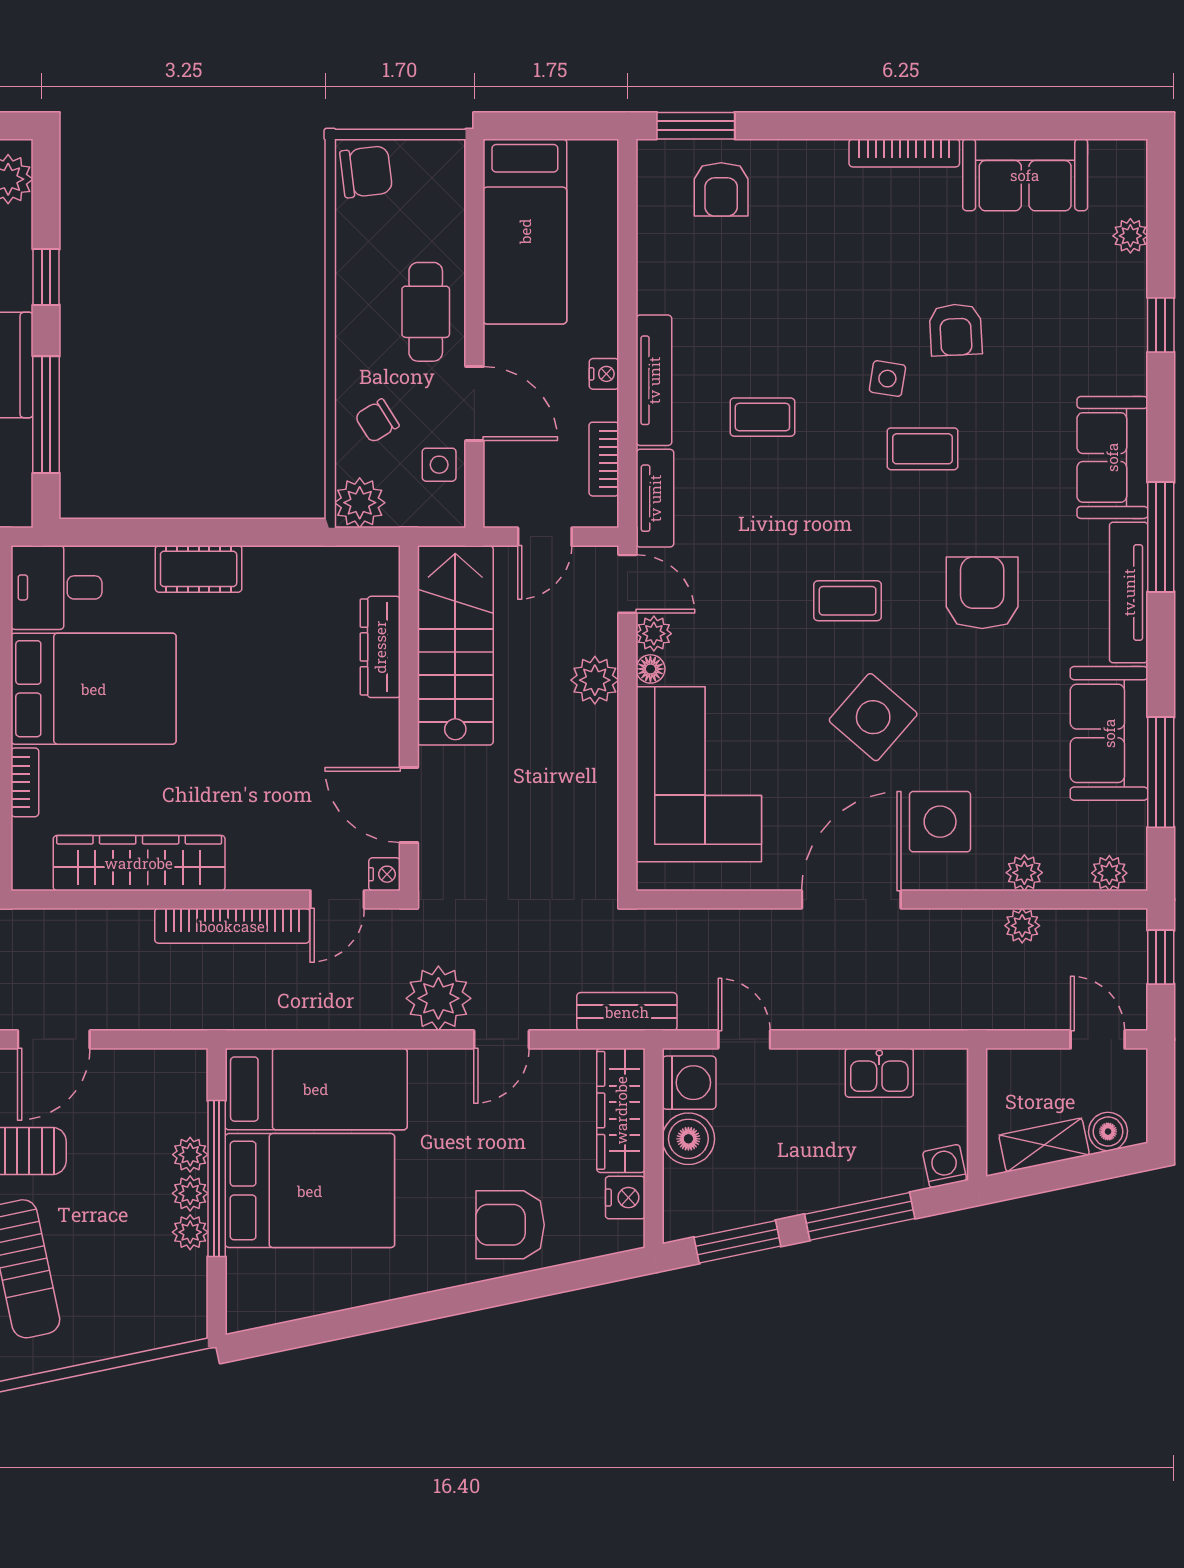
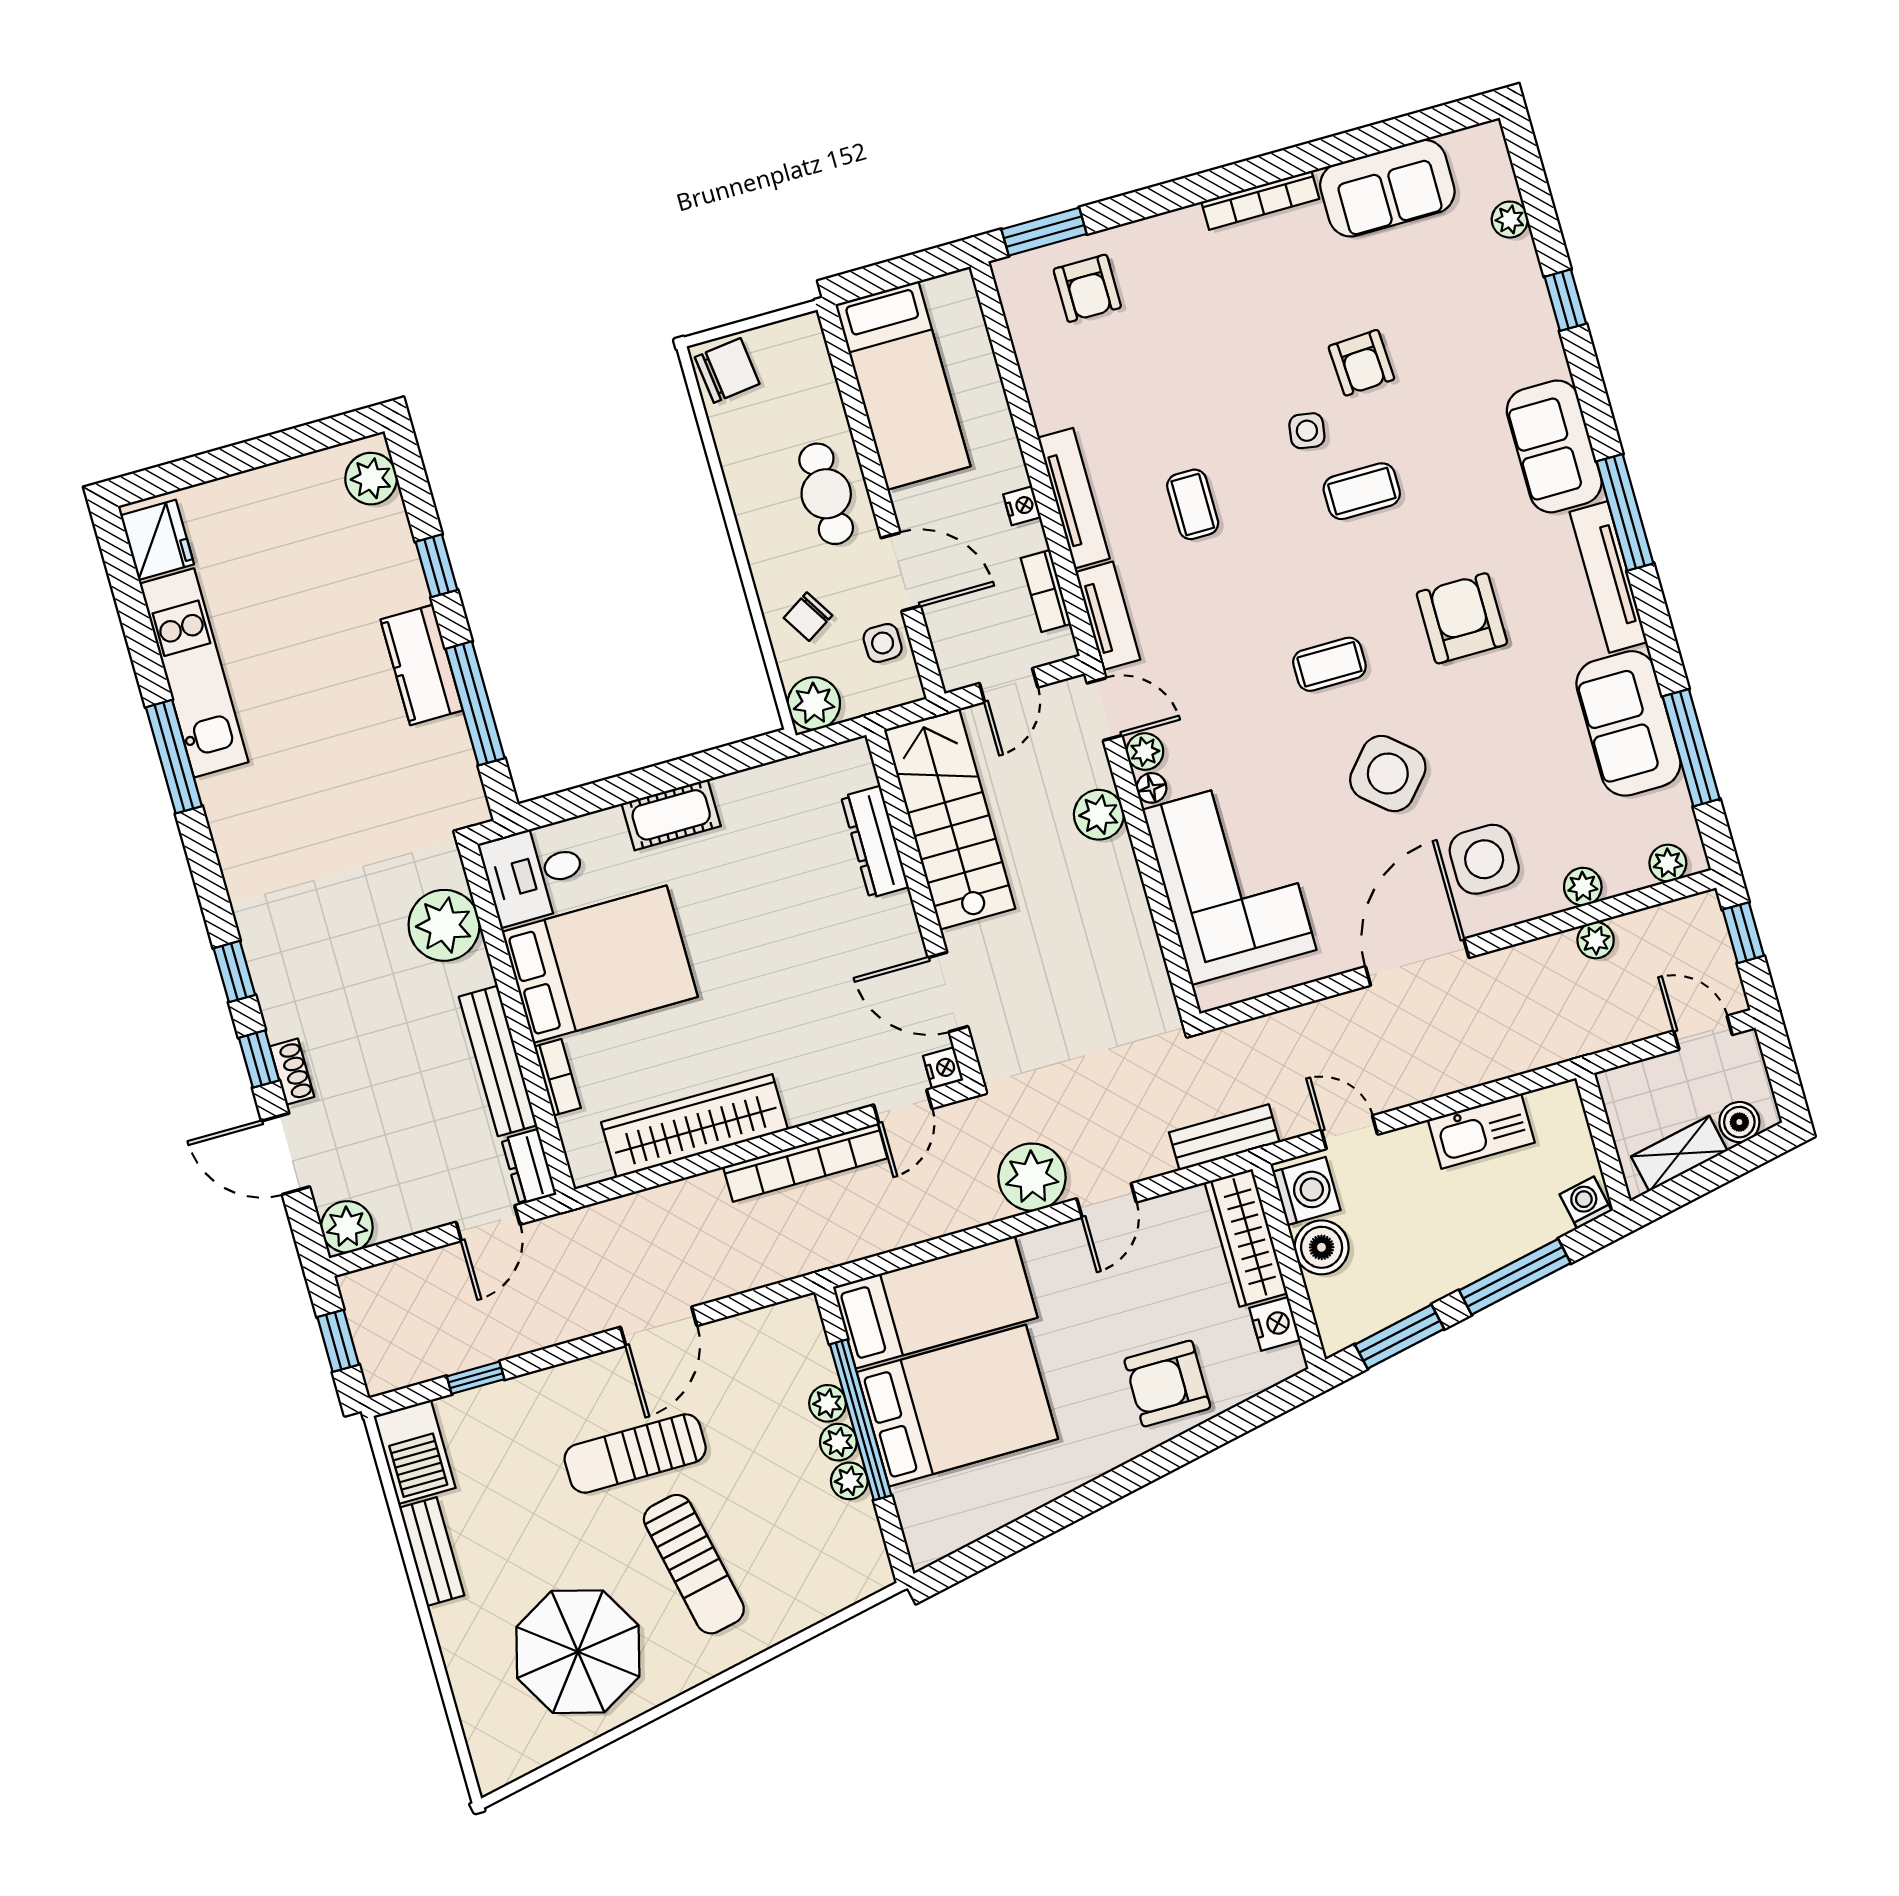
coffee table: (762, 417) -> (1193, 504), turned 90
kitchen sink: (879, 1073) -> (1481, 1131), width x1.38

